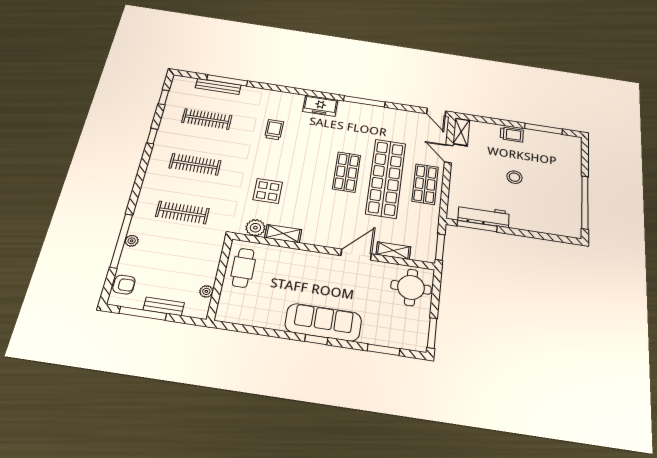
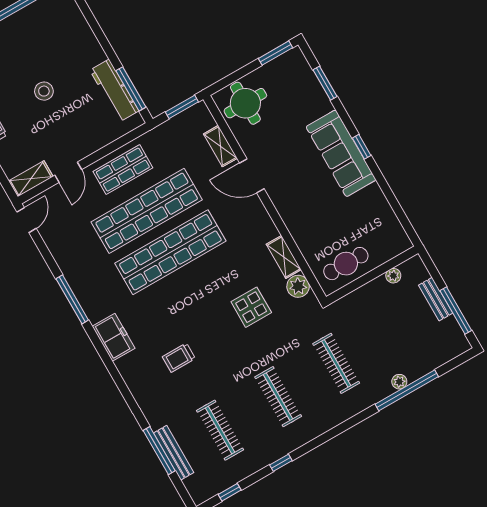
shop shelf: (347, 172) -> (170, 252), width x2.00, depth x1.36
armchair: (124, 285) -> (444, 350), removed

